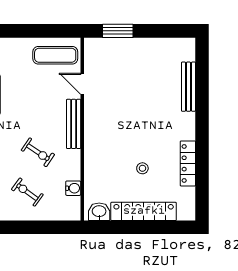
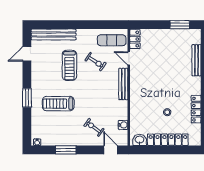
window: (118, 31) -> (180, 25), moved
locker: (92, 53) -> (135, 39), added
exercise bike: (38, 152) -> (96, 62), moved
door: (54, 227) -> (111, 150), added

